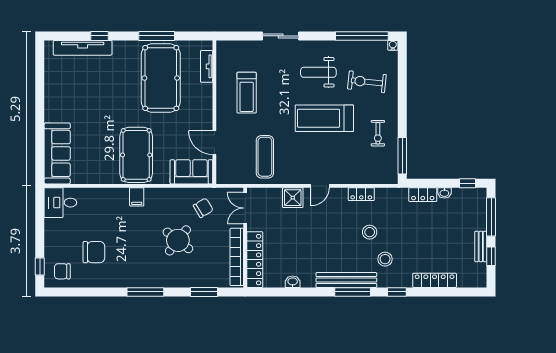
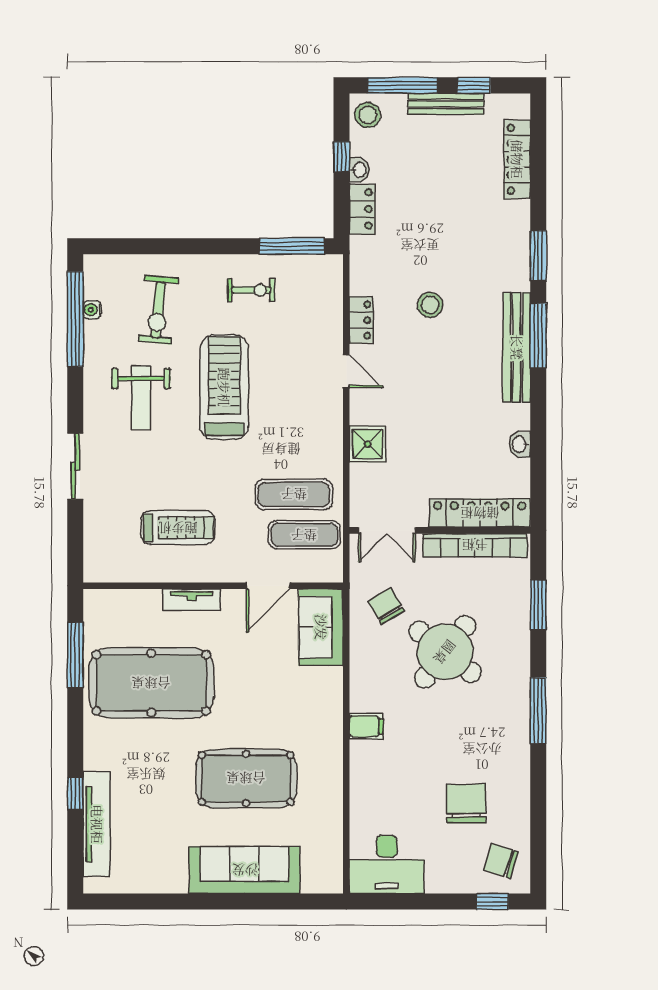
window: (157, 36) -> (75, 655), moved
water cooler: (393, 45) -> (92, 310), moved
tv unit: (207, 66) -> (192, 600), moved
treadmill: (324, 118) -> (224, 387), turned 180
sofa: (57, 153) -> (245, 870), moved
pool table: (136, 155) -> (246, 778), moved
exercise mat: (243, 163) -> (304, 535), added
window: (468, 183) -> (342, 157), moved
door: (320, 186) -> (346, 371), moved
desk: (60, 203) -> (387, 864), width x1.37
round table: (178, 240) -> (445, 652), width x1.36, depth x1.36
bench: (481, 246) -> (446, 104), width x1.36
stool: (385, 259) -> (368, 115), moved
chair: (62, 271) -> (501, 861), turned 108
locker: (435, 280) -> (517, 159), moved
window: (397, 292) -> (538, 256), width x1.50

